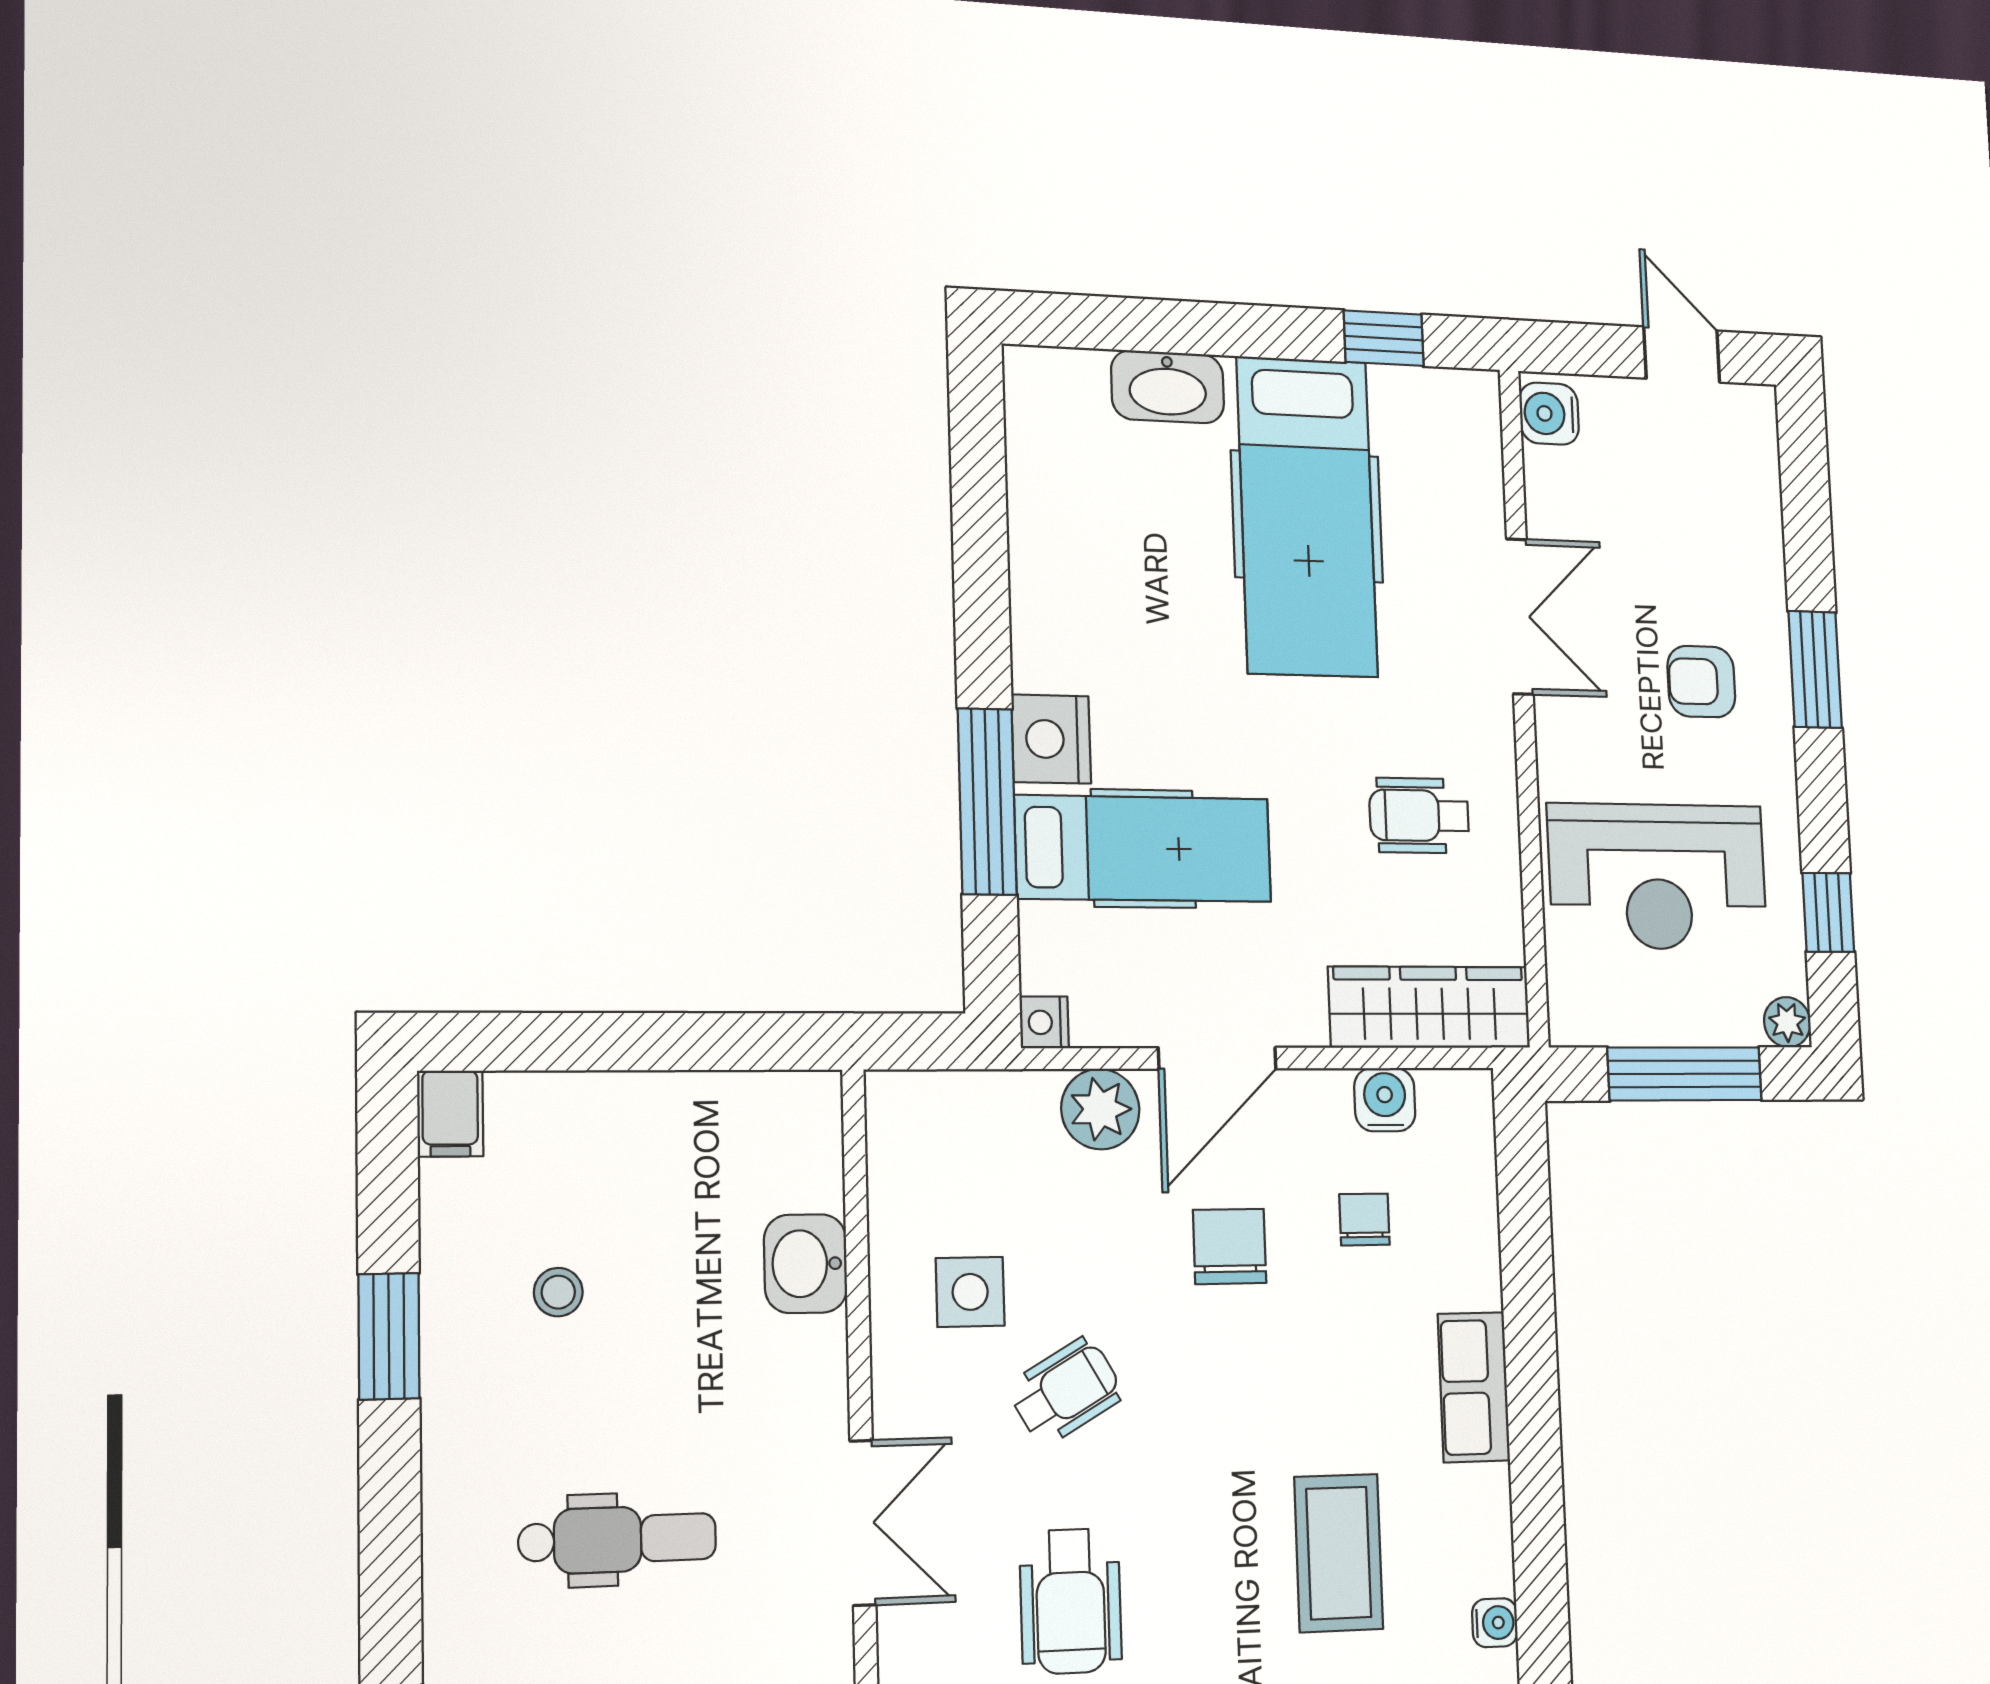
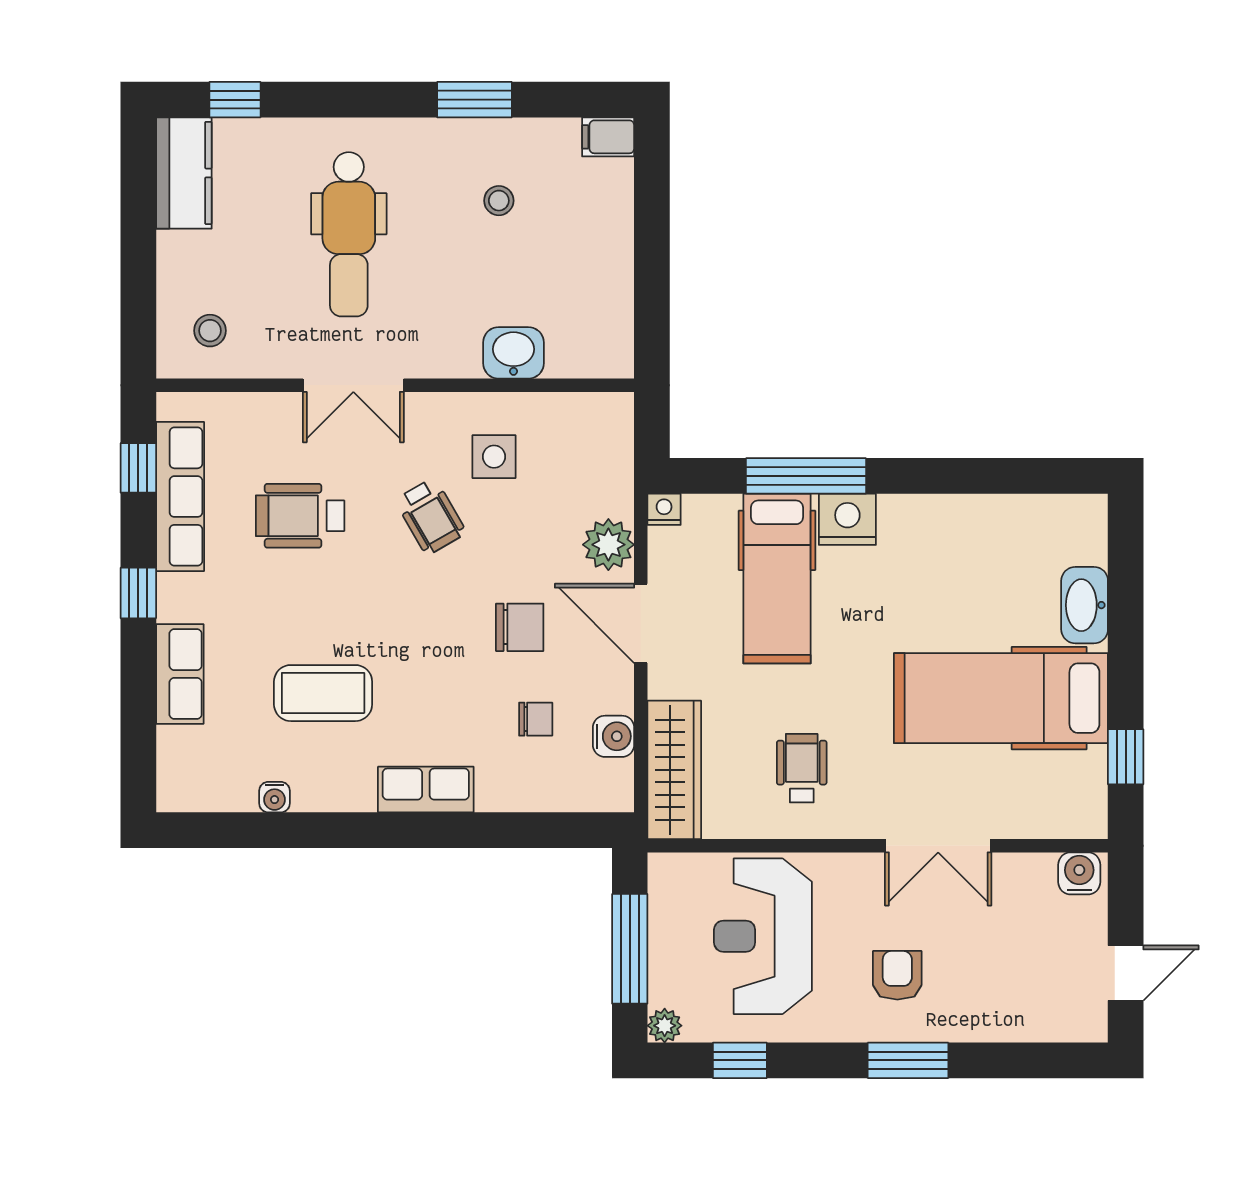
dental chair: (617, 1539) -> (349, 234), width x1.36, depth x1.38

